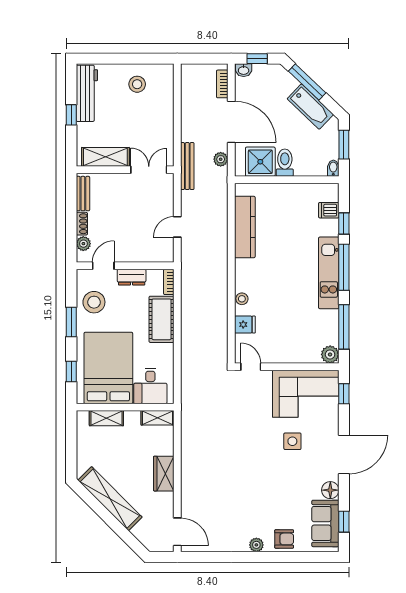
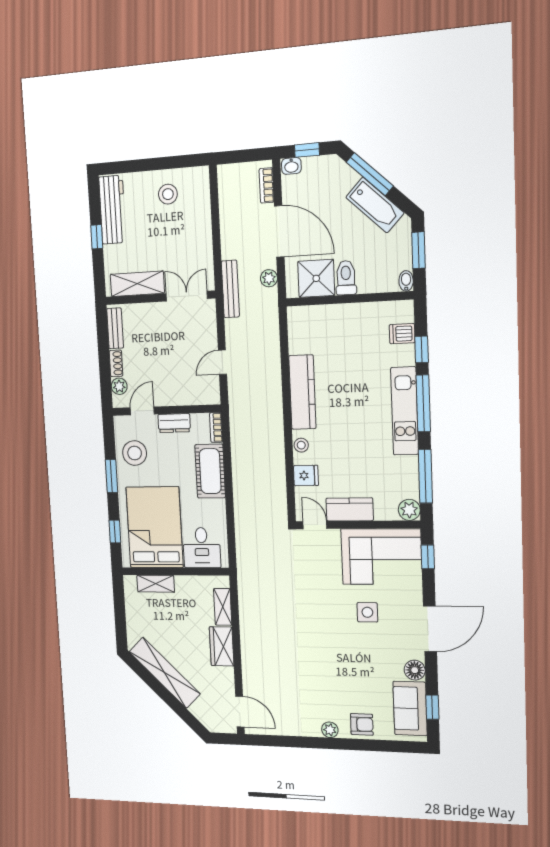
kitchen counter: (245, 227) -> (302, 392), moved
kitchen counter: (281, 354) -> (350, 509), added
shelving: (158, 418) -> (223, 607), moved, turned 90

